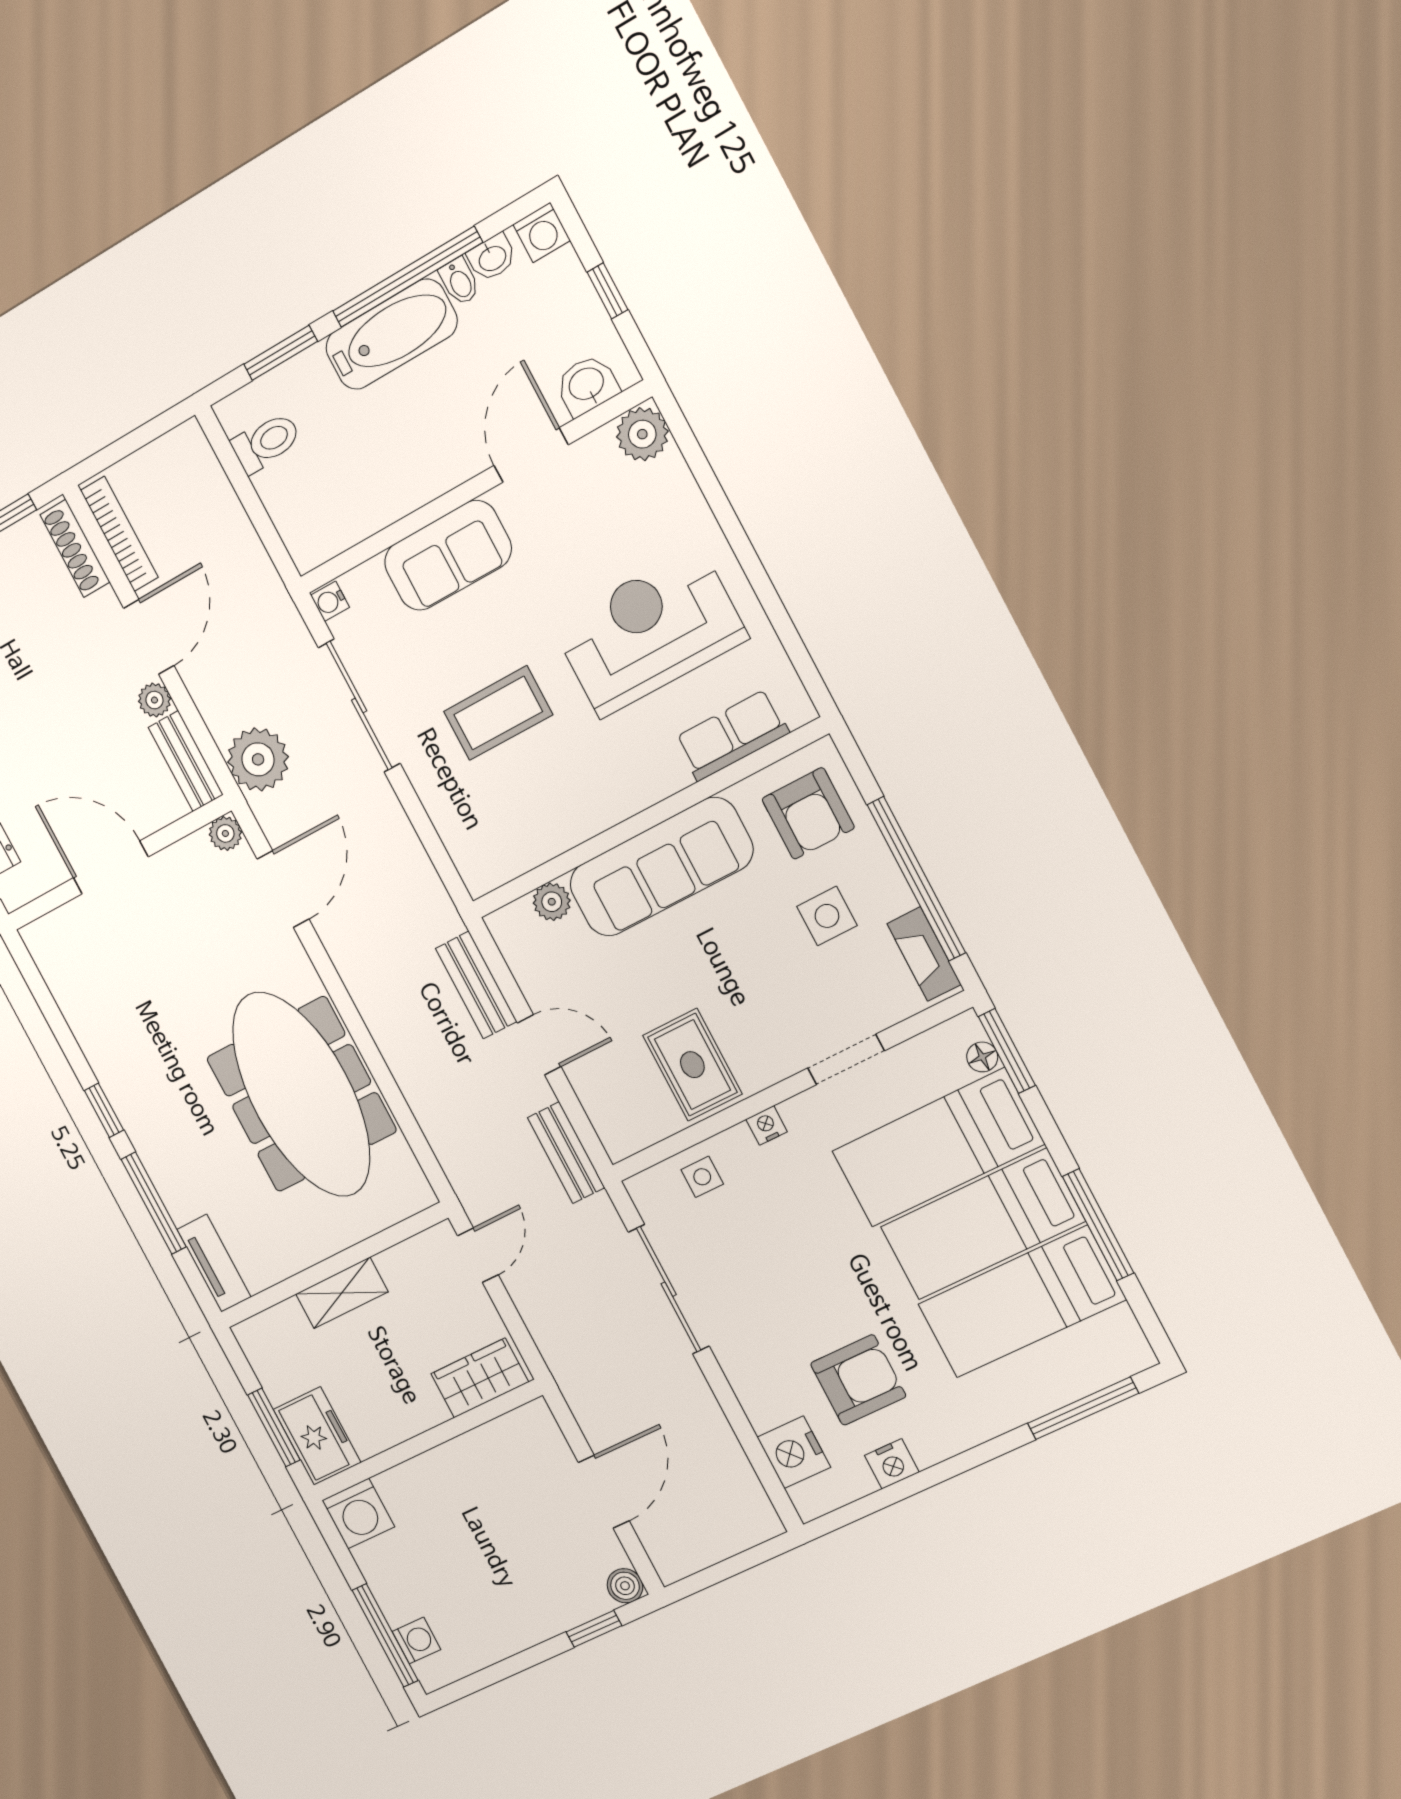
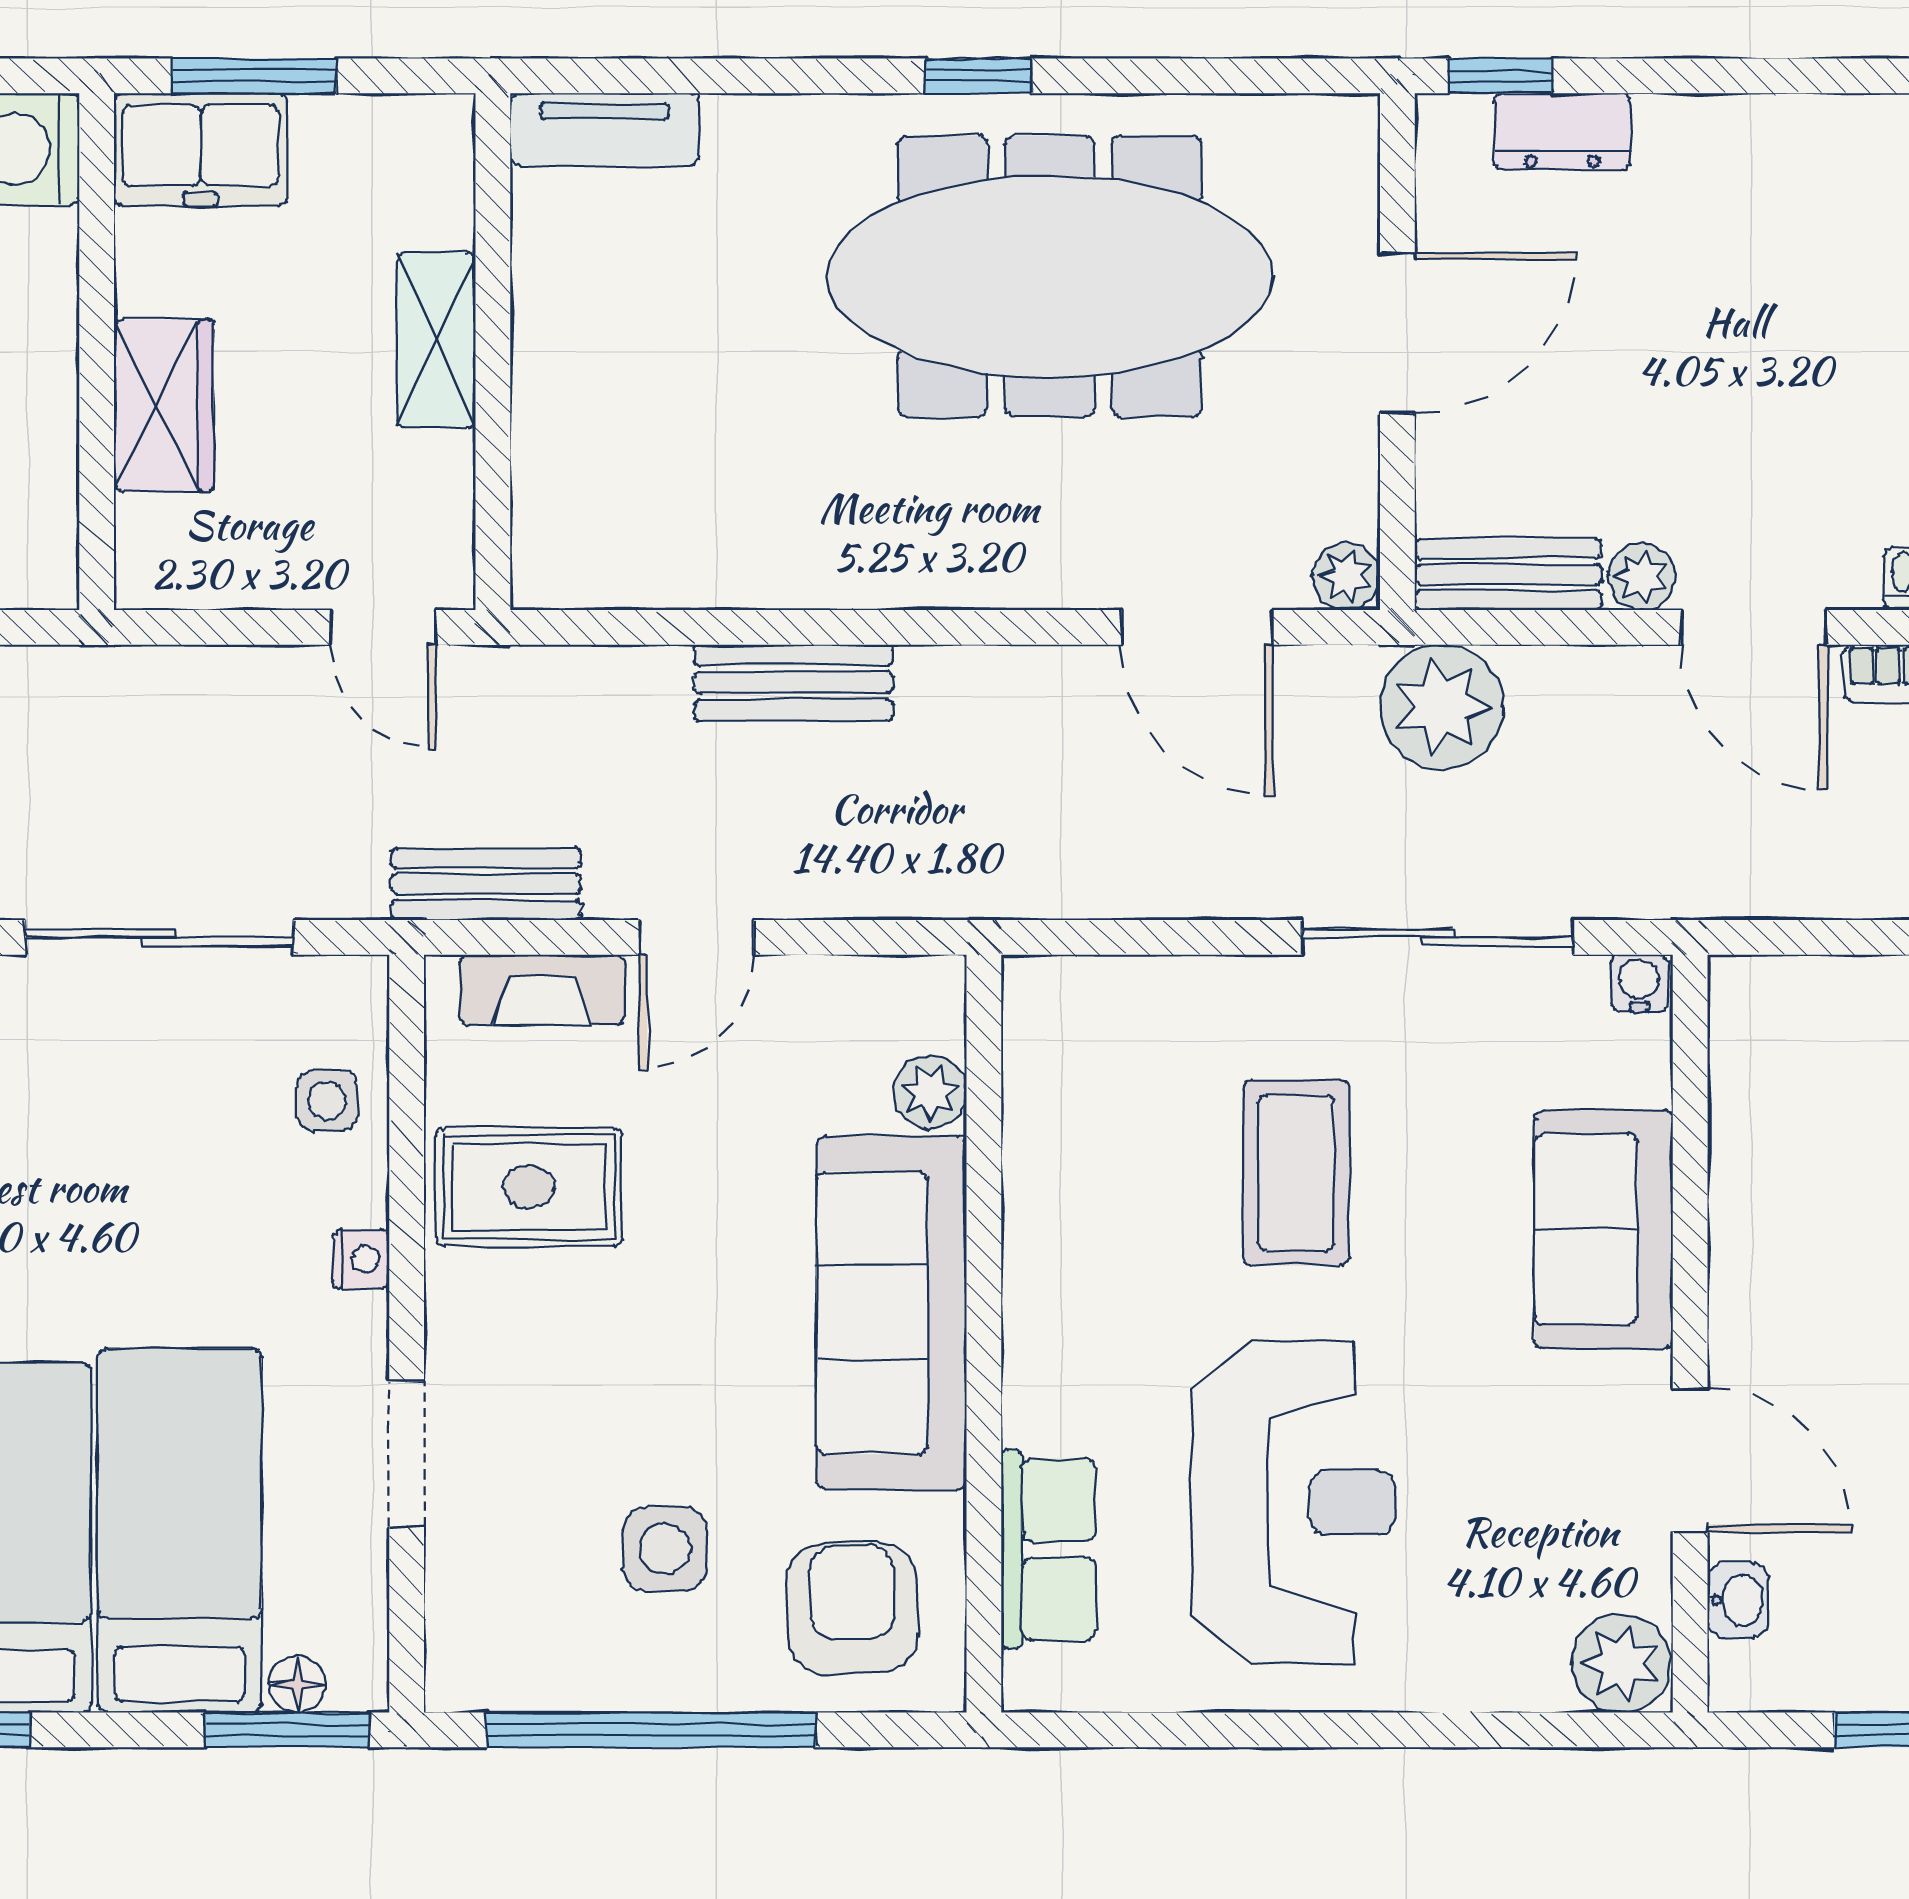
washbasin: (587, 385) -> (1738, 1600), width x0.72, depth x0.69
armchair: (808, 813) -> (852, 1608), turned 88
fireplace: (924, 954) -> (542, 990), moved, turned 180
bench: (476, 985) -> (793, 682), moved
meeting table: (301, 1094) -> (1050, 276), moved
window: (154, 1203) -> (767, 76), removed
wardrobe: (480, 1378) -> (164, 405), moved

